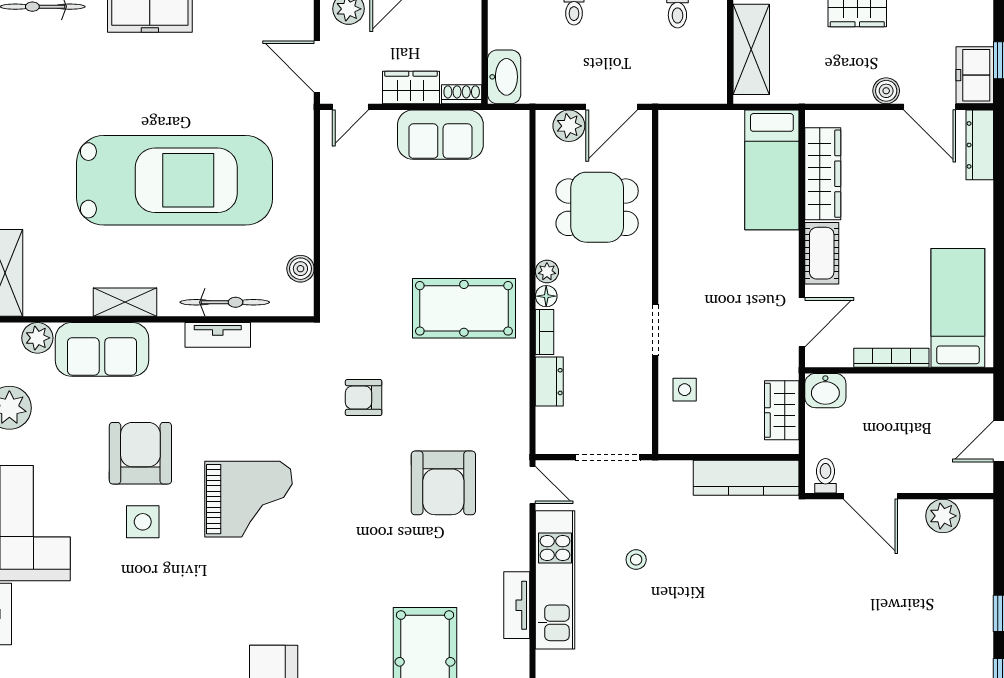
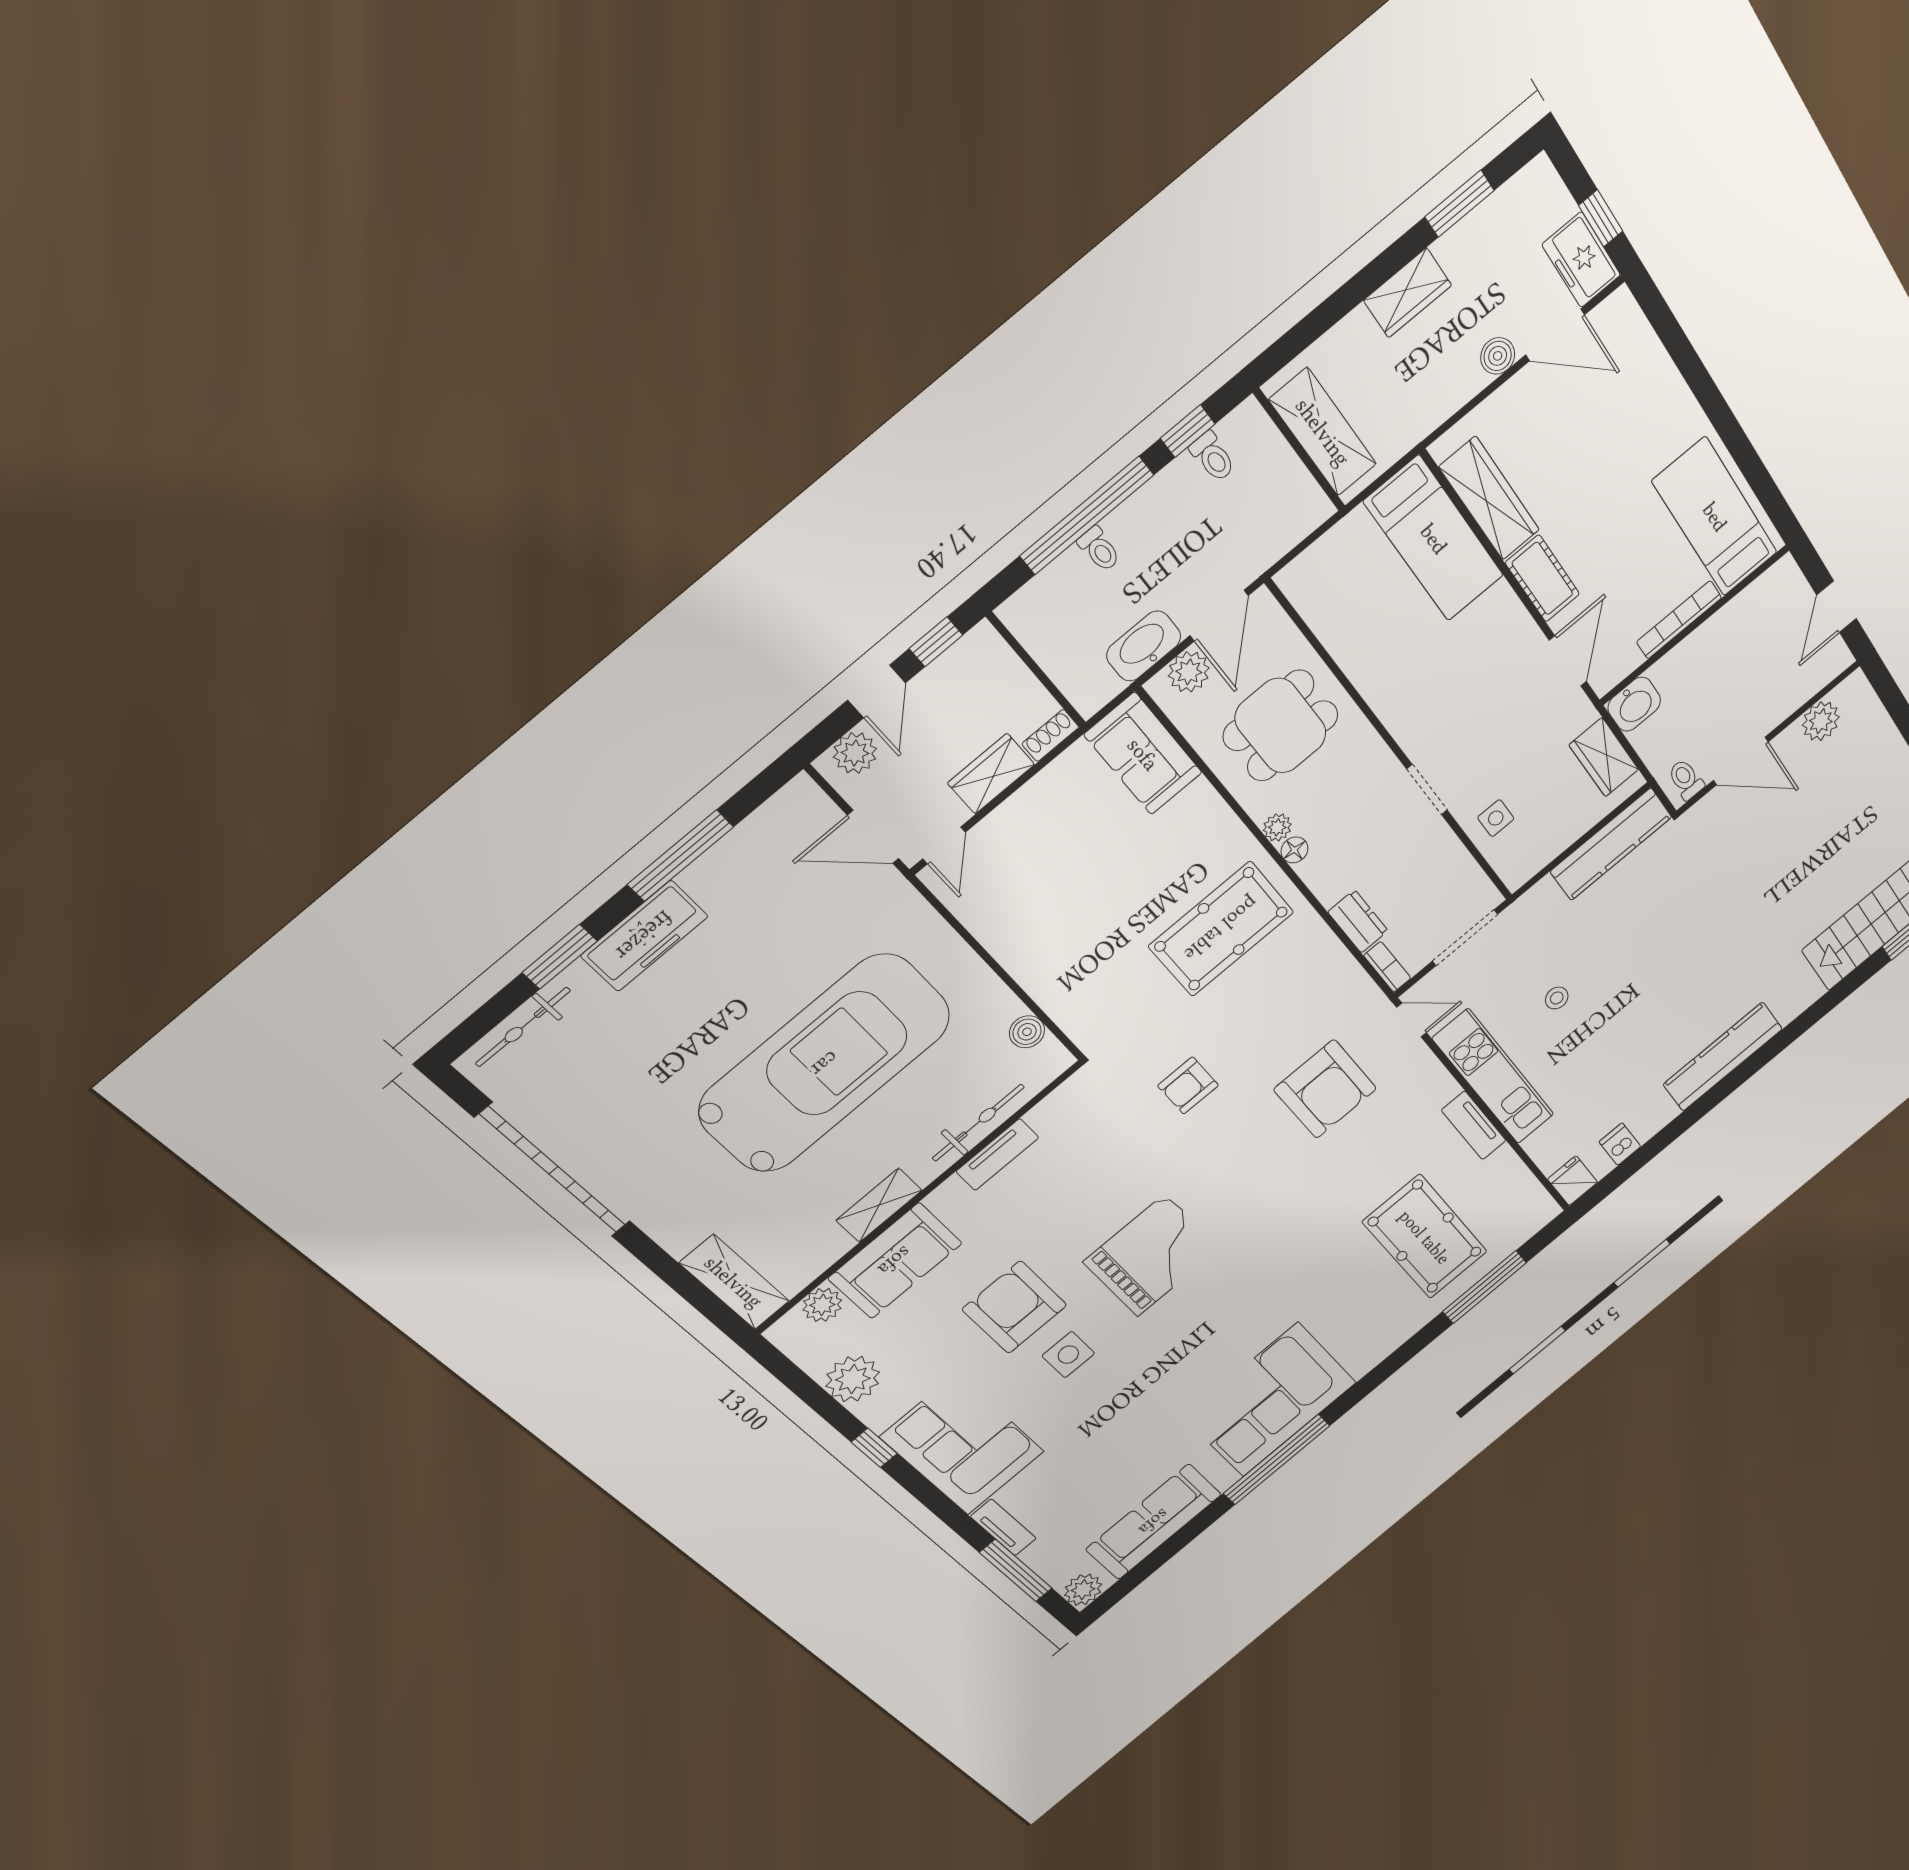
washbasin: (504, 77) -> (1144, 646), moved, turned -90
sofa: (440, 135) -> (1143, 754), moved, turned 90
dresser: (980, 145) -> (1634, 332), removed
bookcase: (545, 332) -> (1387, 967), moved

